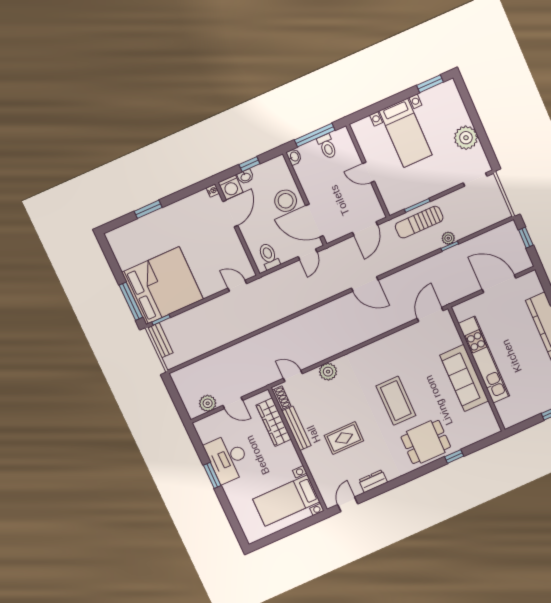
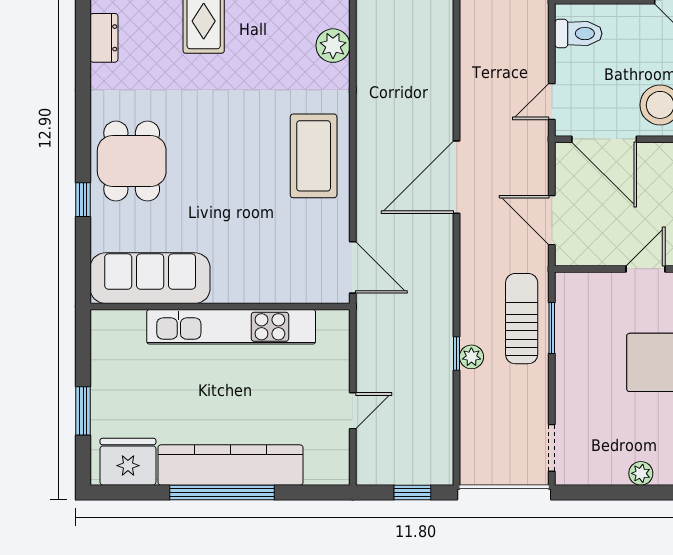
plant: (466, 138) -> (641, 473), width x0.53, depth x0.53
door: (314, 221) -> (604, 139), swing flipped
door: (308, 254) -> (552, 101), hinge flipped
door: (365, 284) -> (457, 177), width x1.36
door: (499, 284) -> (353, 411), width x0.53
sofa: (464, 378) -> (150, 278), moved
coffee table: (396, 401) -> (314, 156), moved, turned 90

